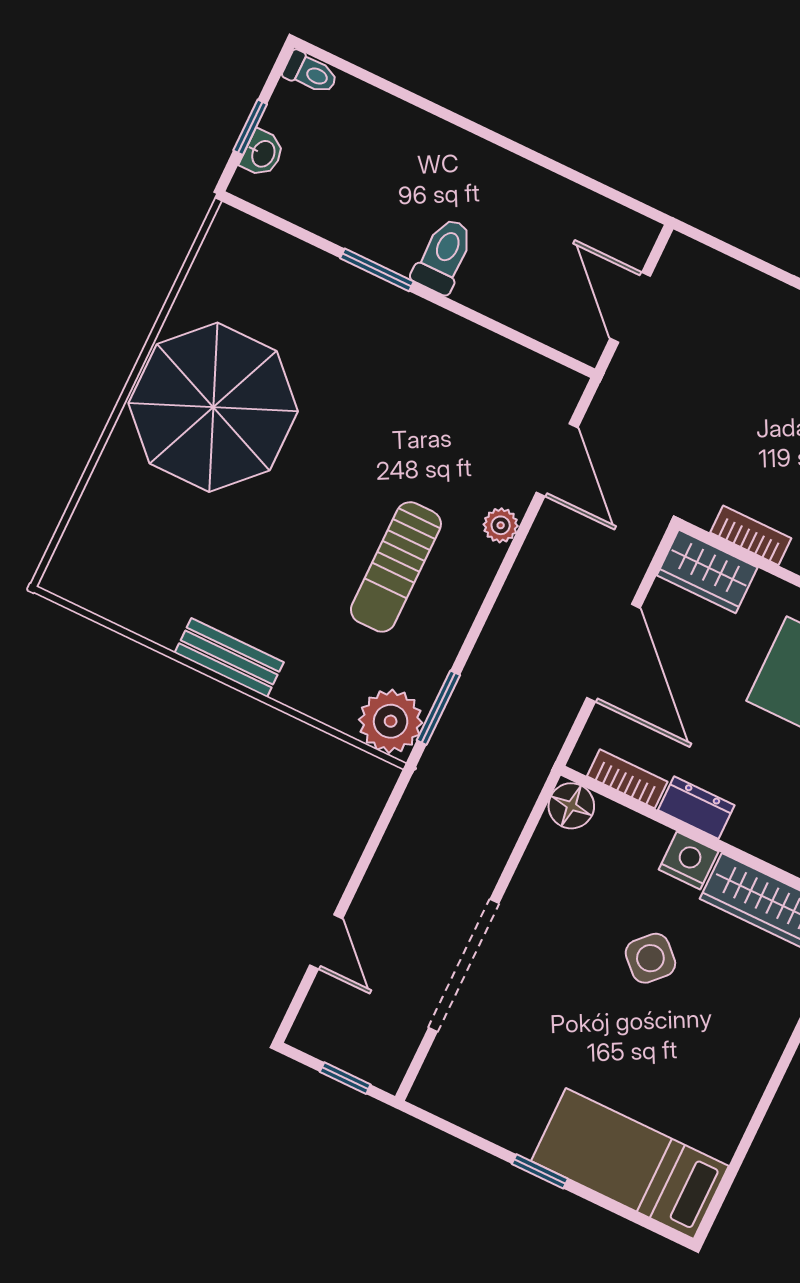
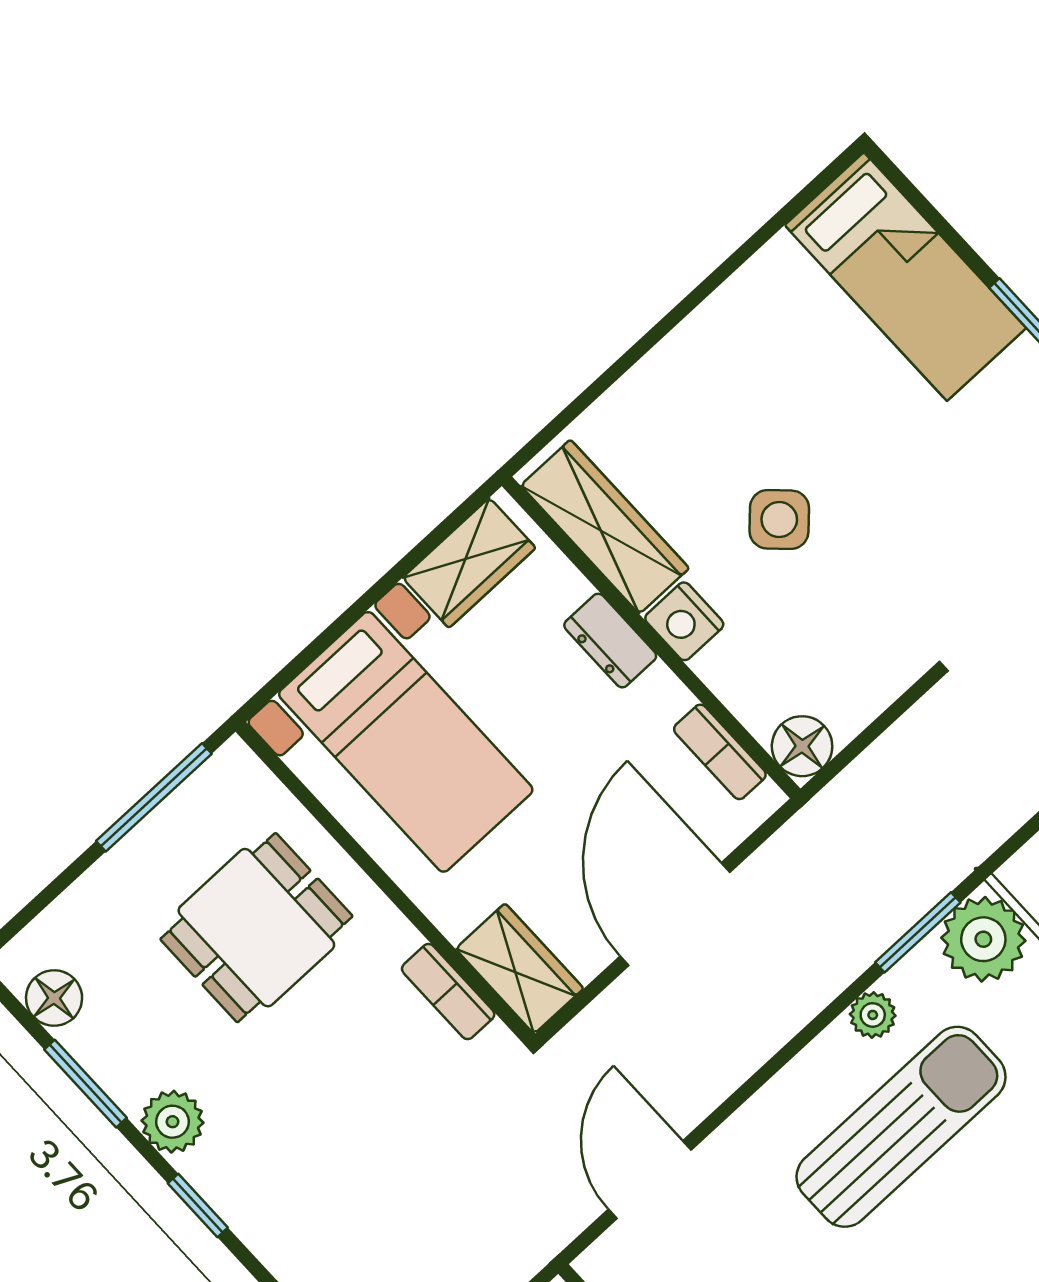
plant: (501, 525) -> (873, 1015), moved
sun lounger: (396, 567) -> (901, 1127), width x1.36, depth x1.34
dresser: (696, 808) -> (610, 641), moved

